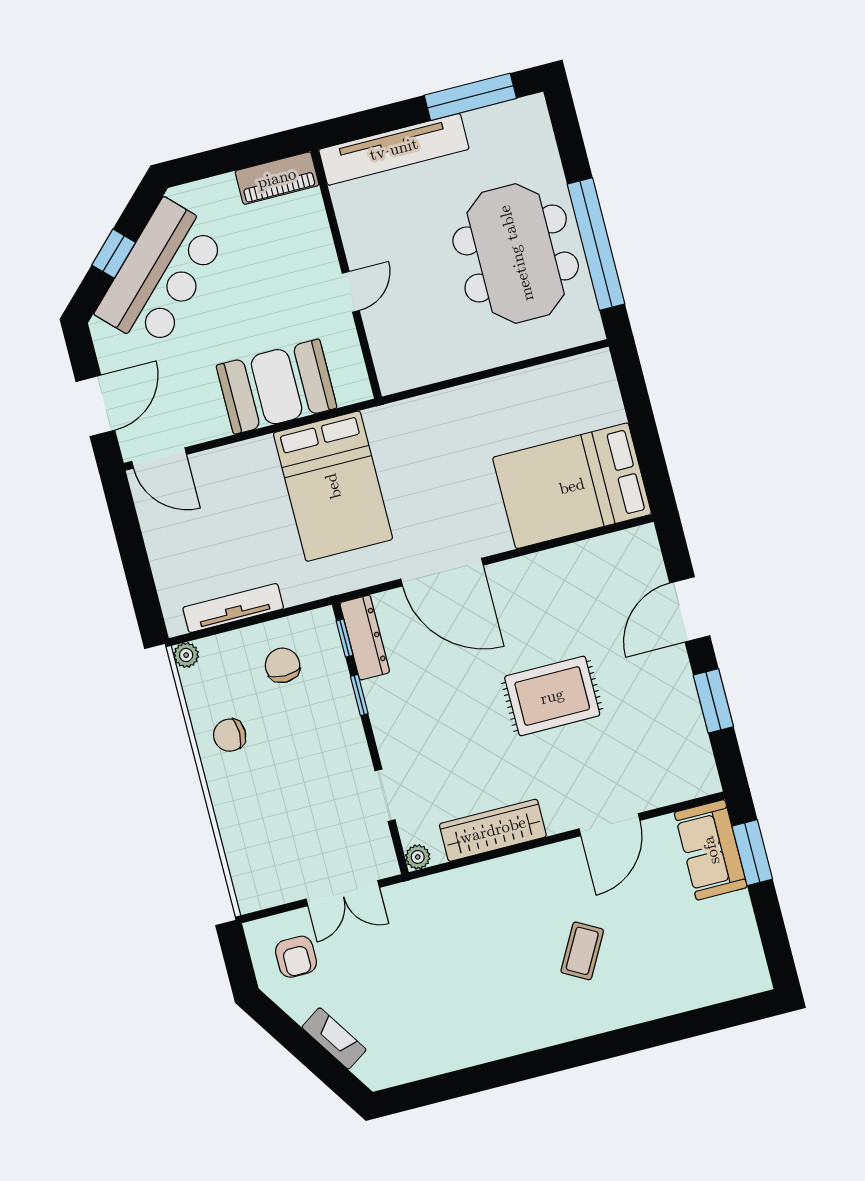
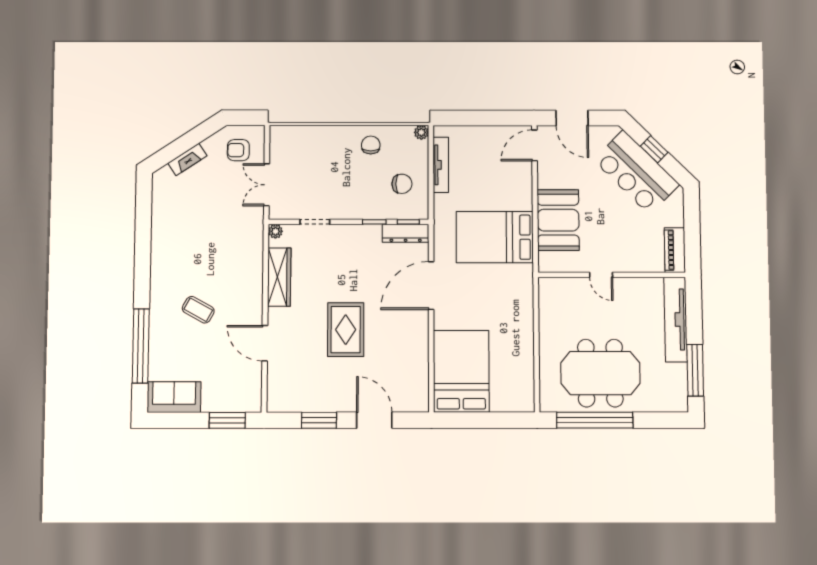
sofa: (711, 850) -> (174, 397), moved
window: (667, 1030) -> (141, 346), added

